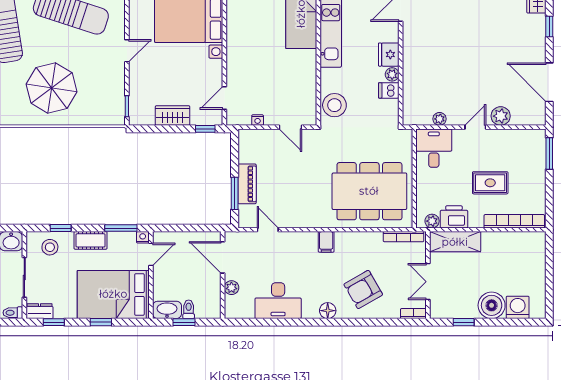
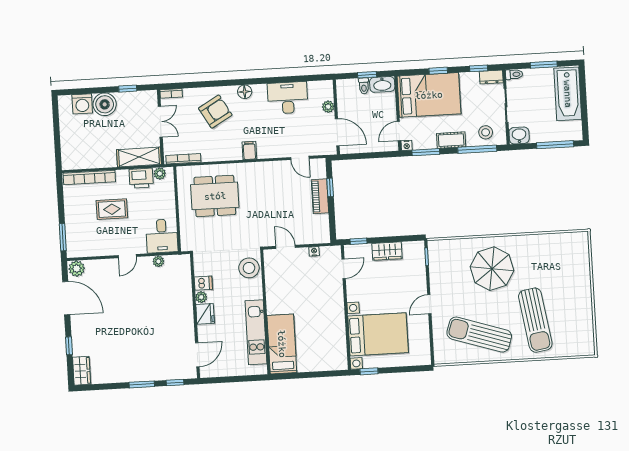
plant: (501, 116) -> (77, 269), moved
dining table: (369, 191) -> (215, 196), width x0.73, depth x0.80
window: (235, 193) -> (330, 187), width x0.67
window: (61, 228) -> (477, 149), width x2.17

